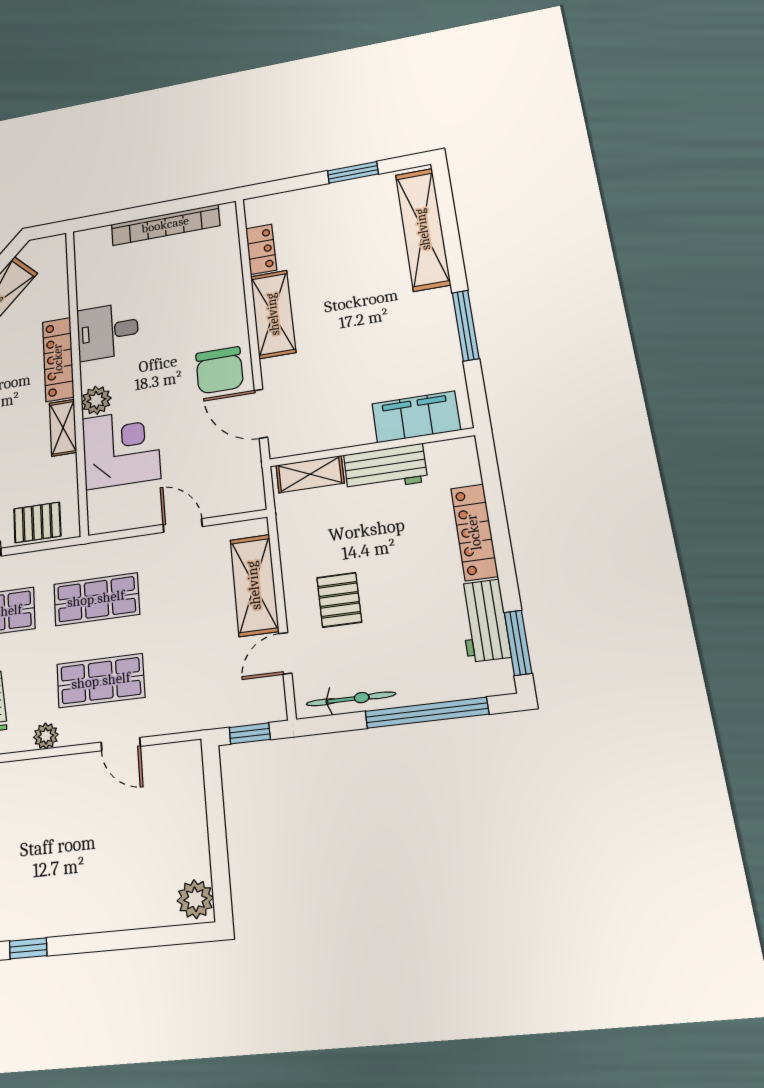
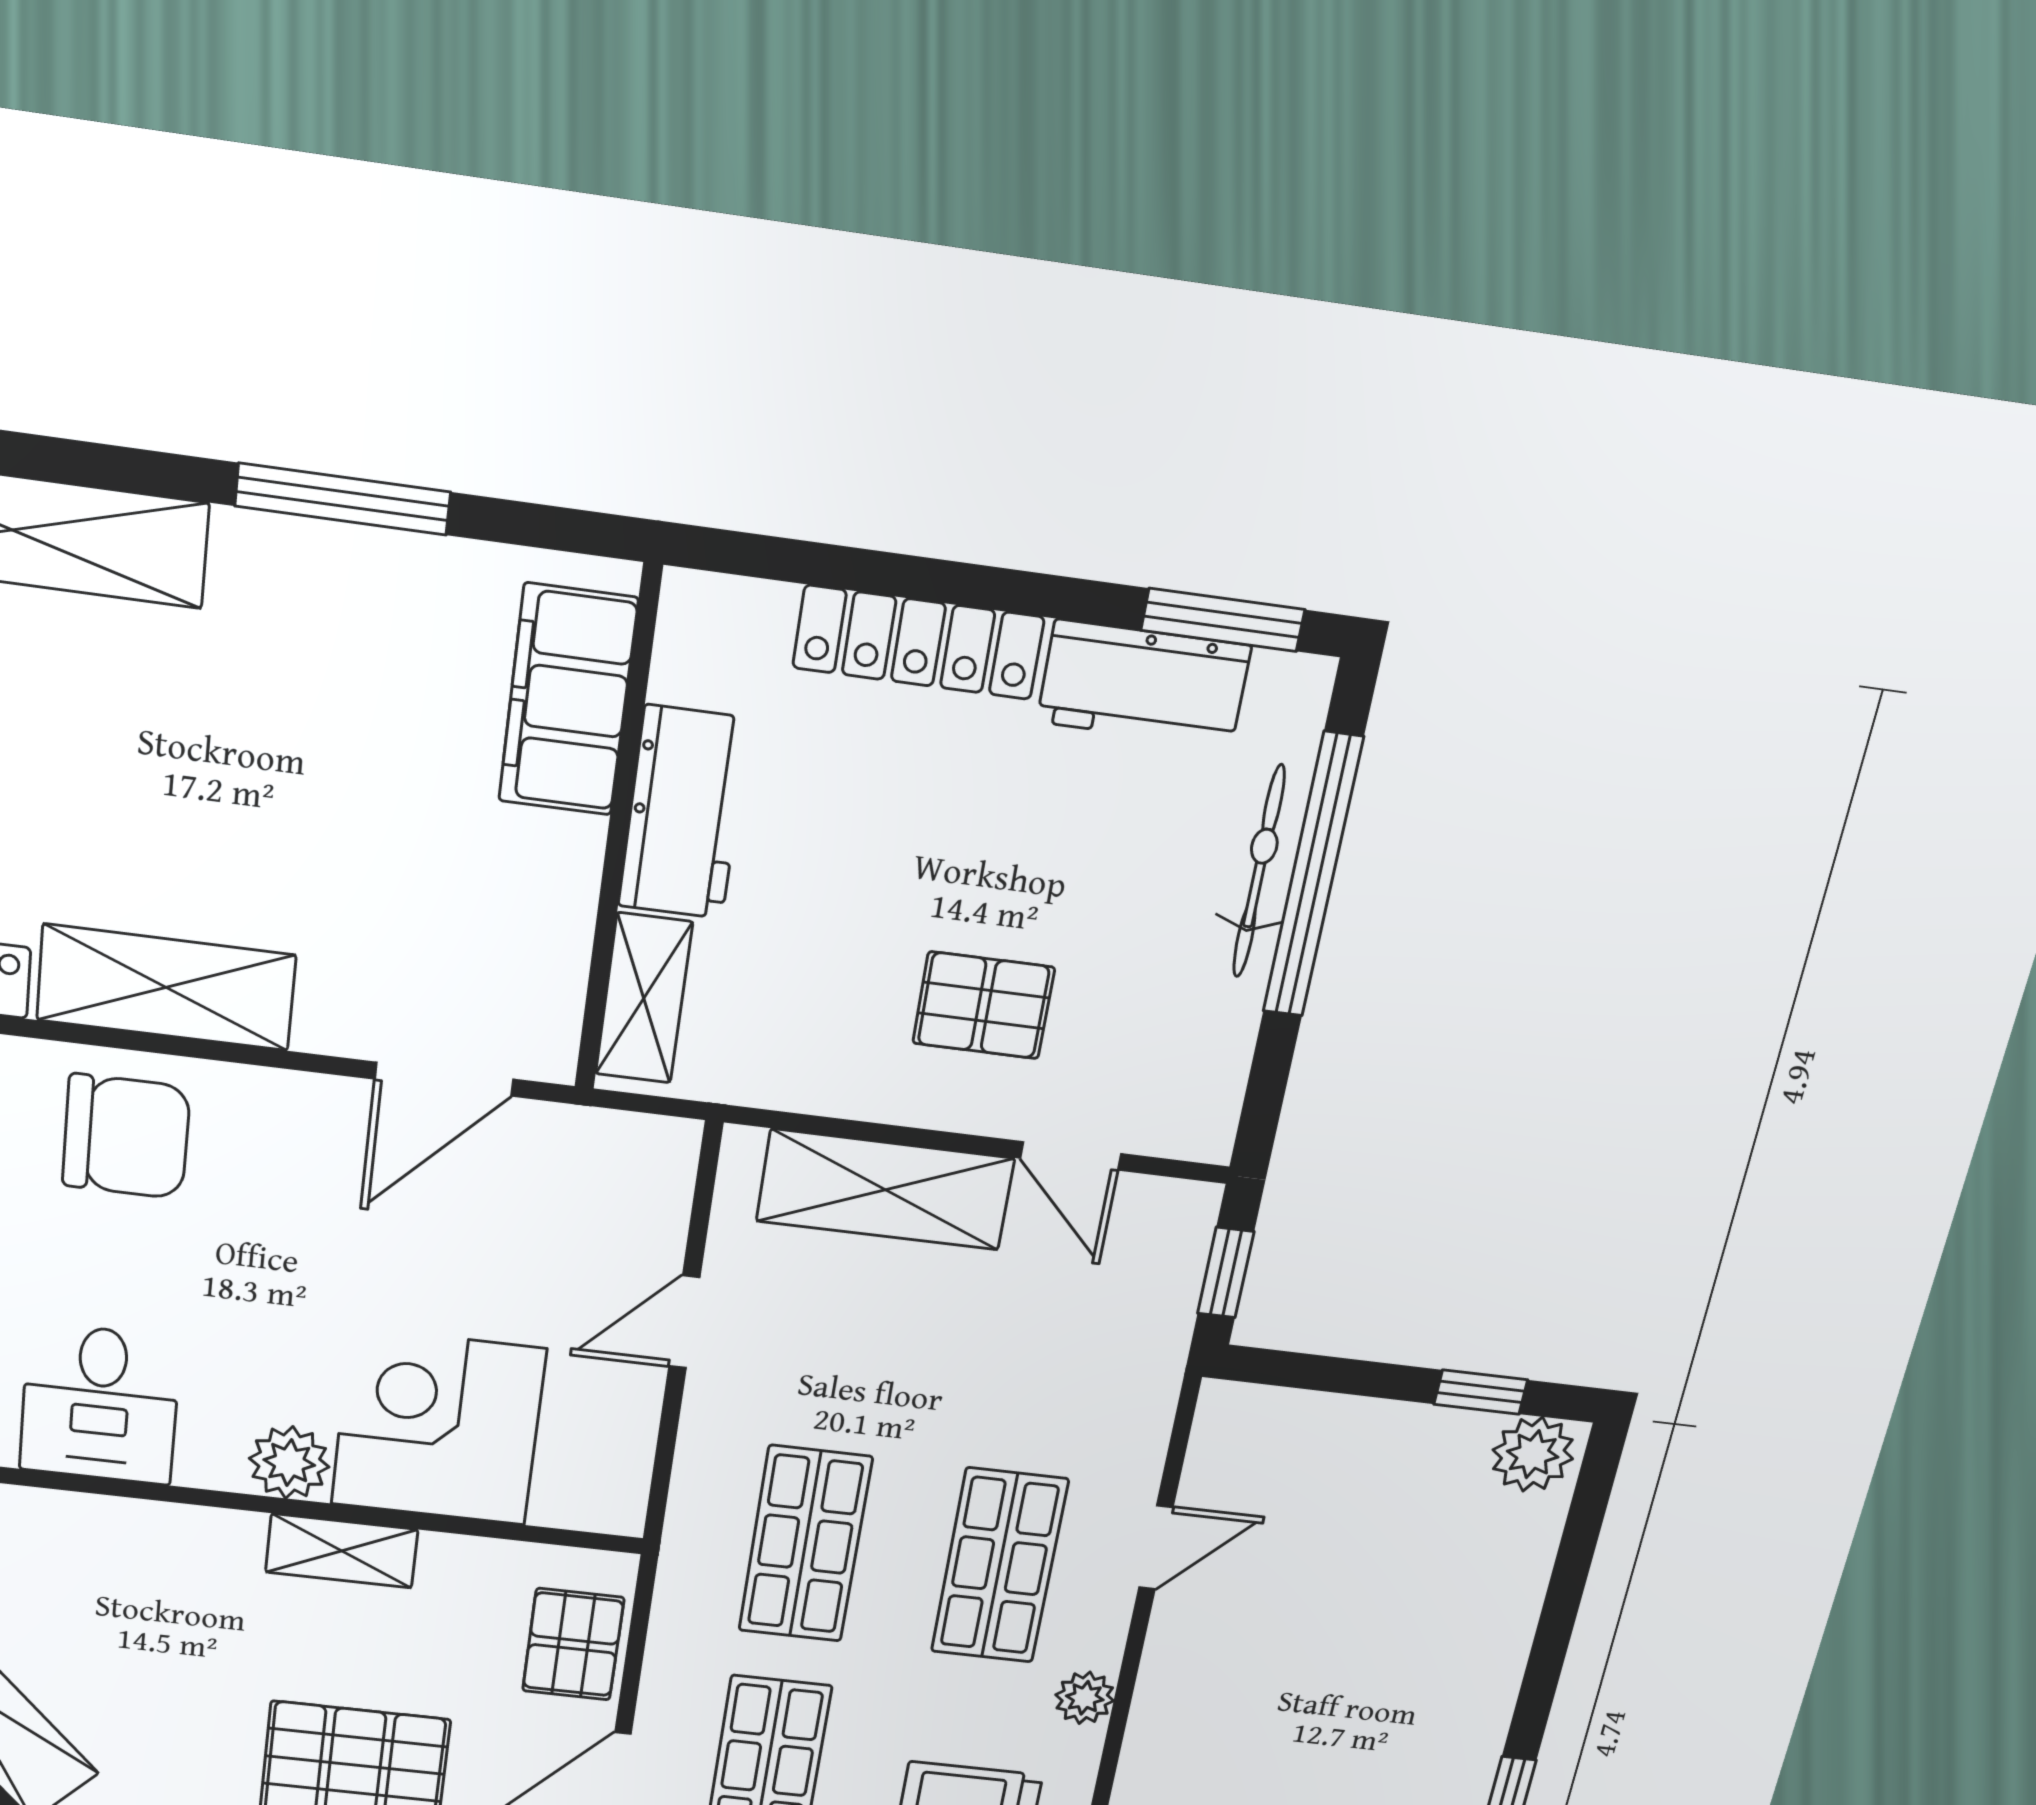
locker: (58, 359) -> (147, 1534), removed
chair: (219, 370) -> (126, 1136), moved
bicycle: (351, 699) -> (1259, 872), moved
window: (220, 865) -> (1481, 1392), added

